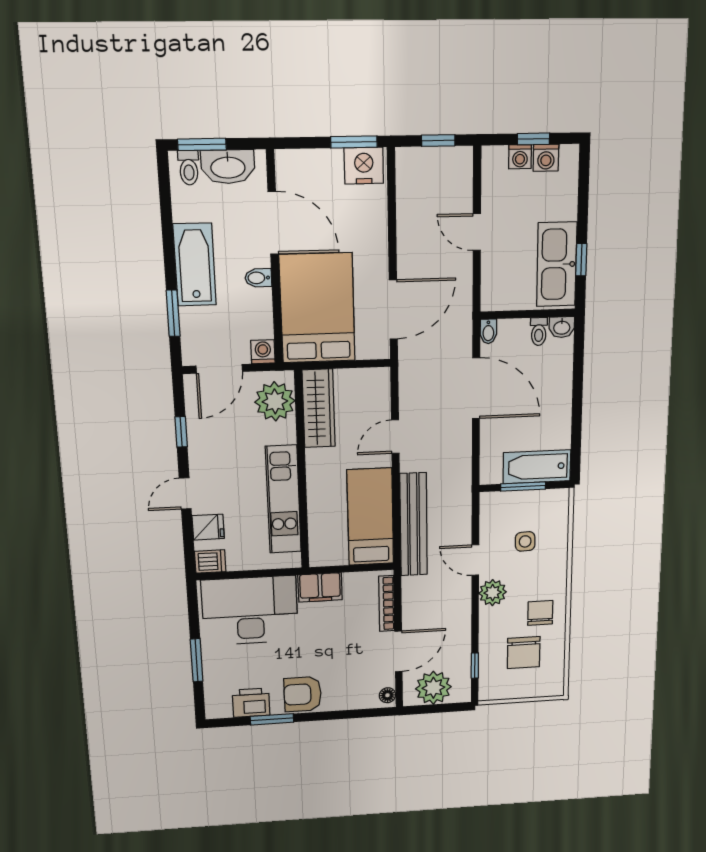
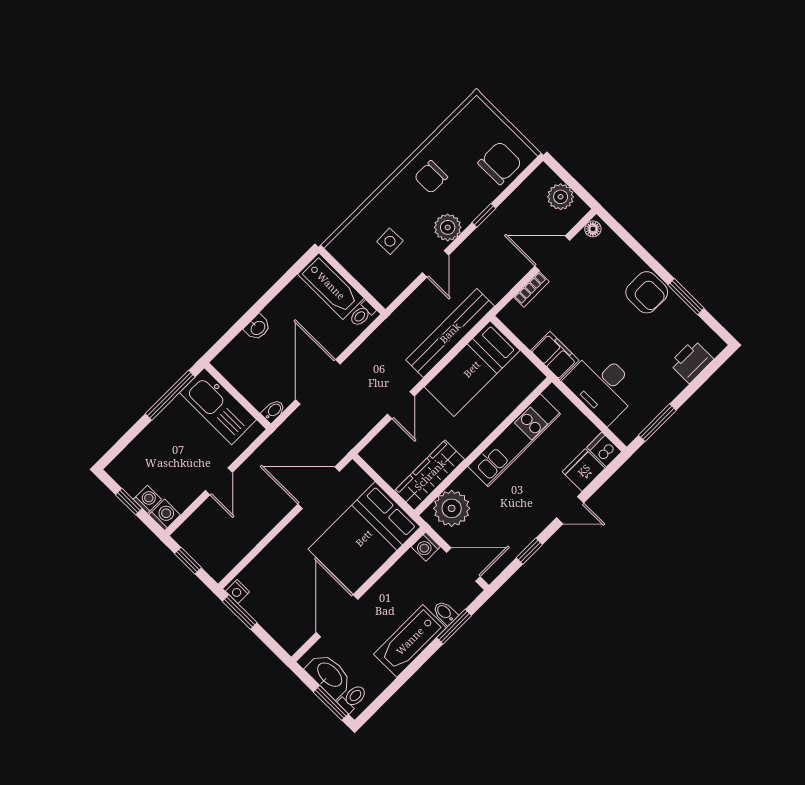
washing machine: (546, 158) -> (165, 515), moved
nightstand: (364, 166) -> (238, 592), width x0.53, depth x0.56
window: (581, 260) -> (170, 395), width x2.17
kitchen sink: (557, 264) -> (218, 406), moved, turned 90
bidet: (258, 278) -> (445, 613), moved, turned 180
washbasin: (562, 327) -> (258, 328), moved, turned 90
toilet: (539, 331) -> (362, 314), moved, turned 180
door: (395, 437) -> (401, 405), hinge flipped
window: (523, 486) -> (353, 282), removed
fridge: (208, 527) -> (584, 470), width x1.38
bookcase: (387, 604) -> (531, 289), width x0.64
desk: (250, 611) -> (602, 386), width x0.73, depth x0.77
chair: (524, 652) -> (500, 163), moved
window: (197, 660) -> (657, 423), moved
window: (475, 666) -> (484, 215), moved
plant: (433, 688) -> (561, 197), width x0.73, depth x0.73
printer: (251, 703) -> (691, 361), moved, turned 90

